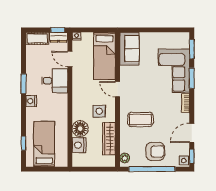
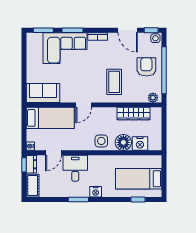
side table: (99, 111) -> (101, 141), moved

